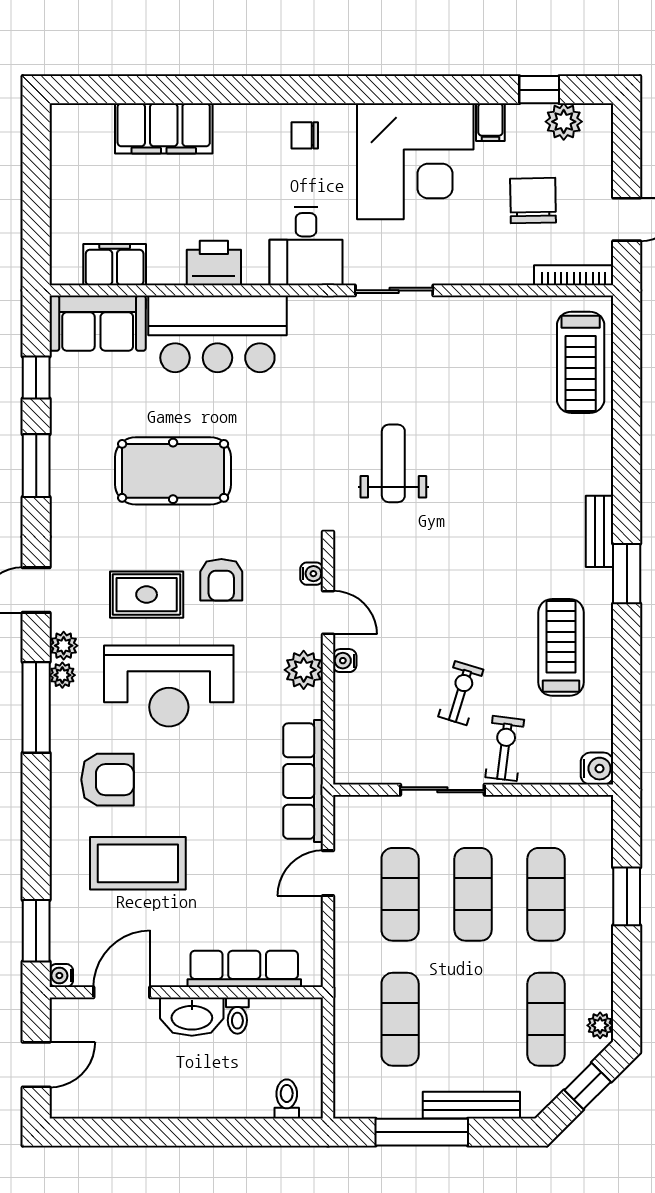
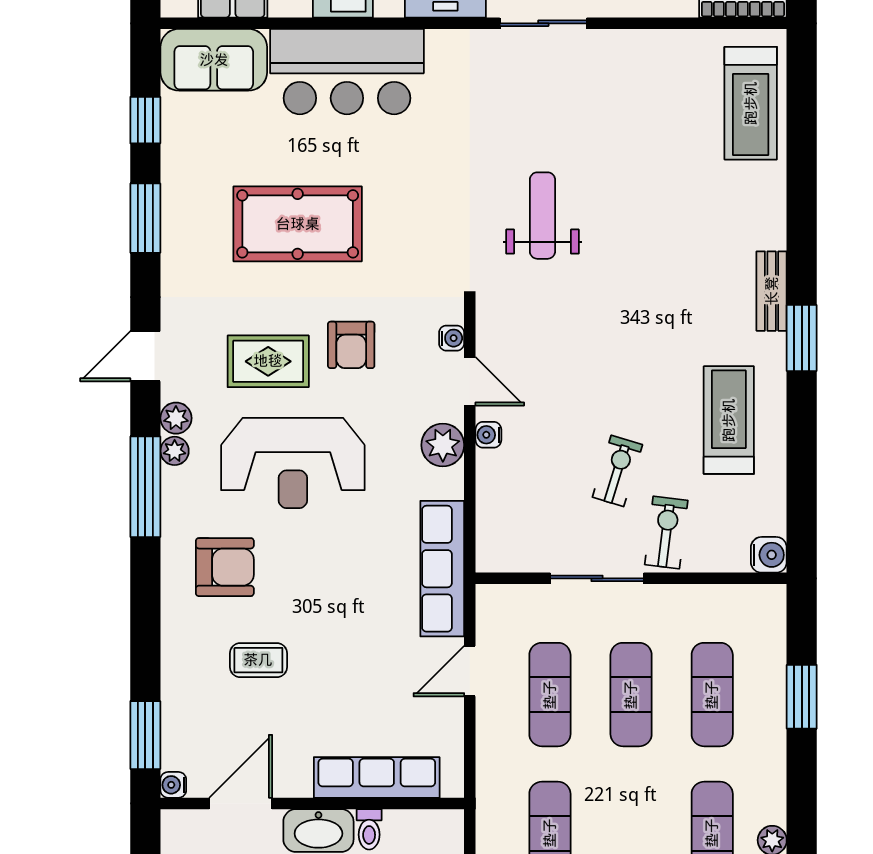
coffee table: (138, 863) -> (258, 660), width x0.54, depth x0.58

